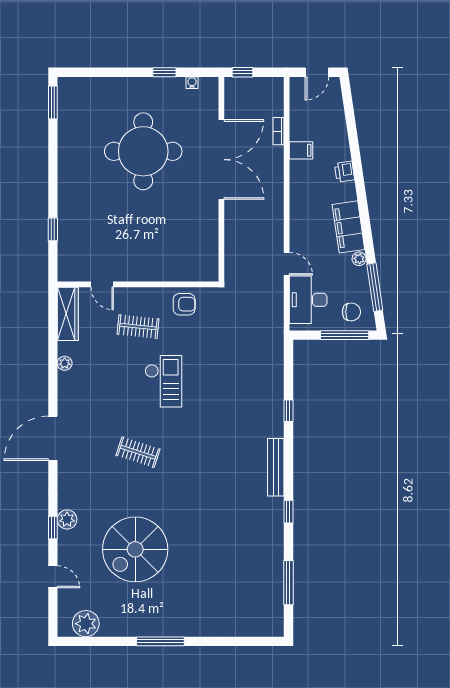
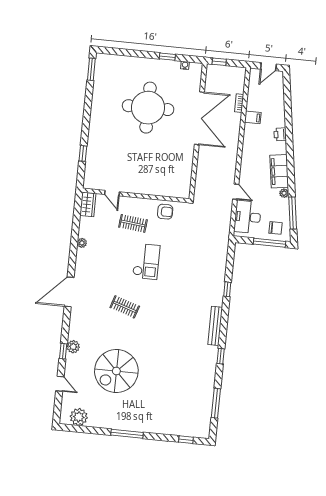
wardrobe: (68, 314) -> (88, 204), width x0.67
window: (249, 641) -> (186, 440), added

